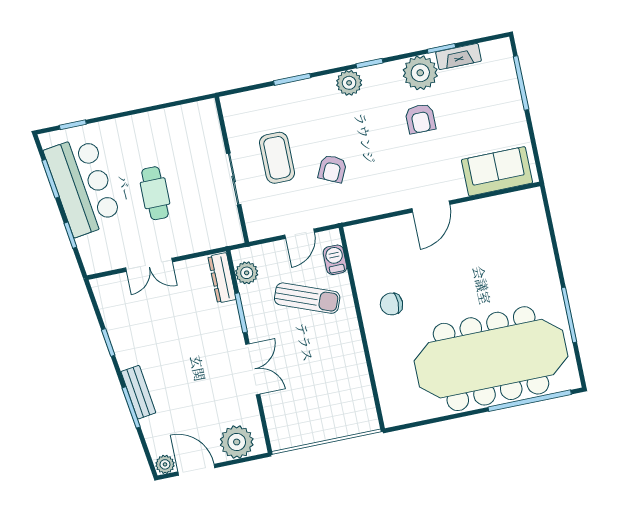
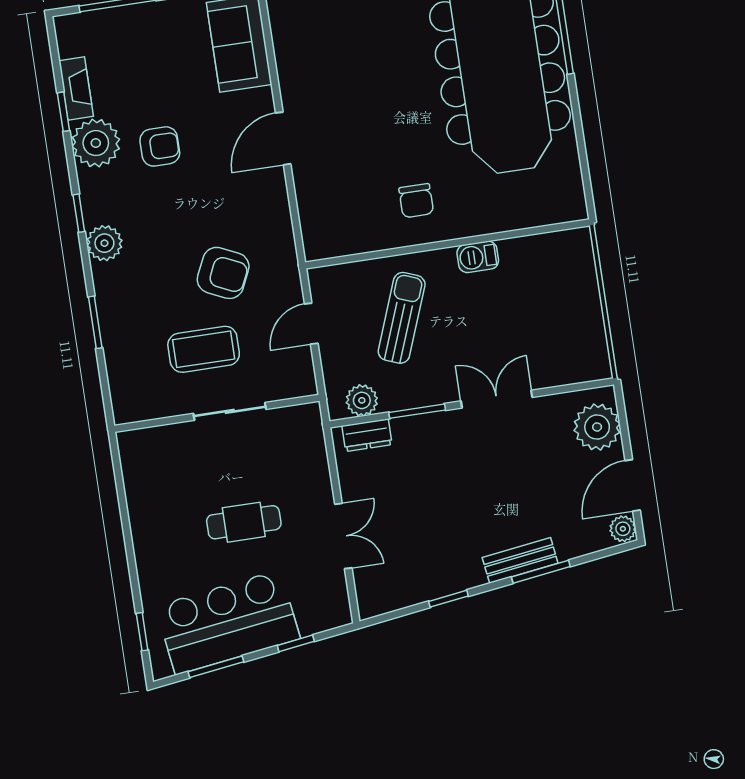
armchair: (332, 169) -> (223, 273), width x1.38, depth x1.38
door: (431, 207) -> (283, 138), swing flipped
door: (300, 234) -> (311, 324), swing flipped
barbecue: (335, 260) -> (478, 257), moved
dresser: (222, 278) -> (367, 435), width x0.70

